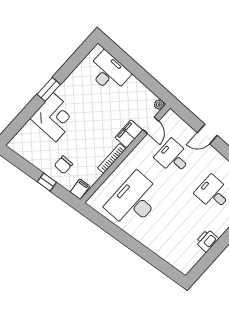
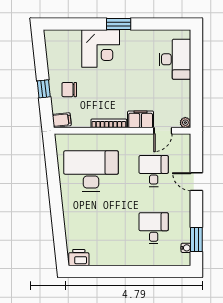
printer: (207, 241) -> (79, 258), moved

